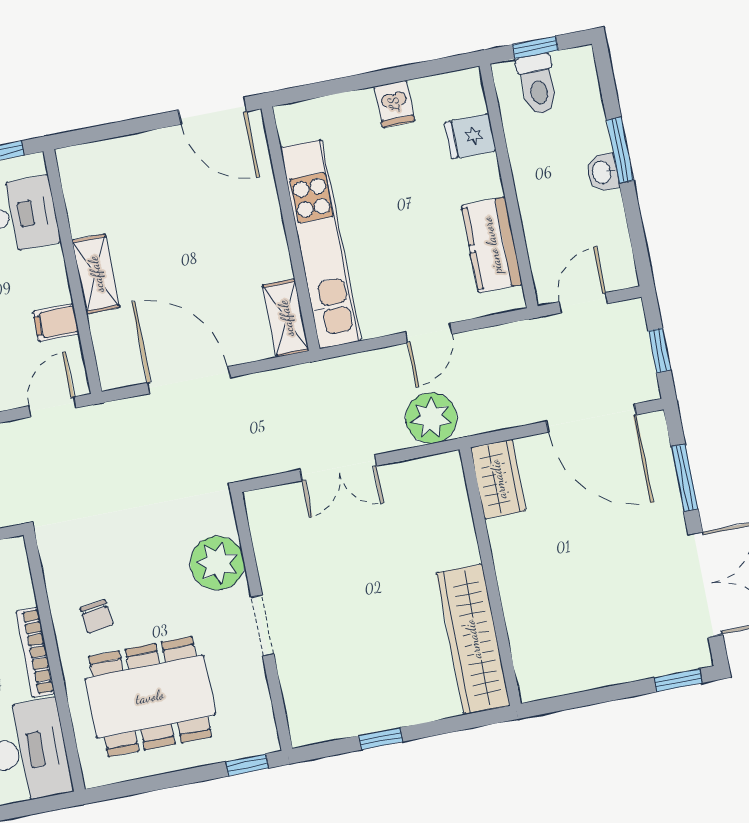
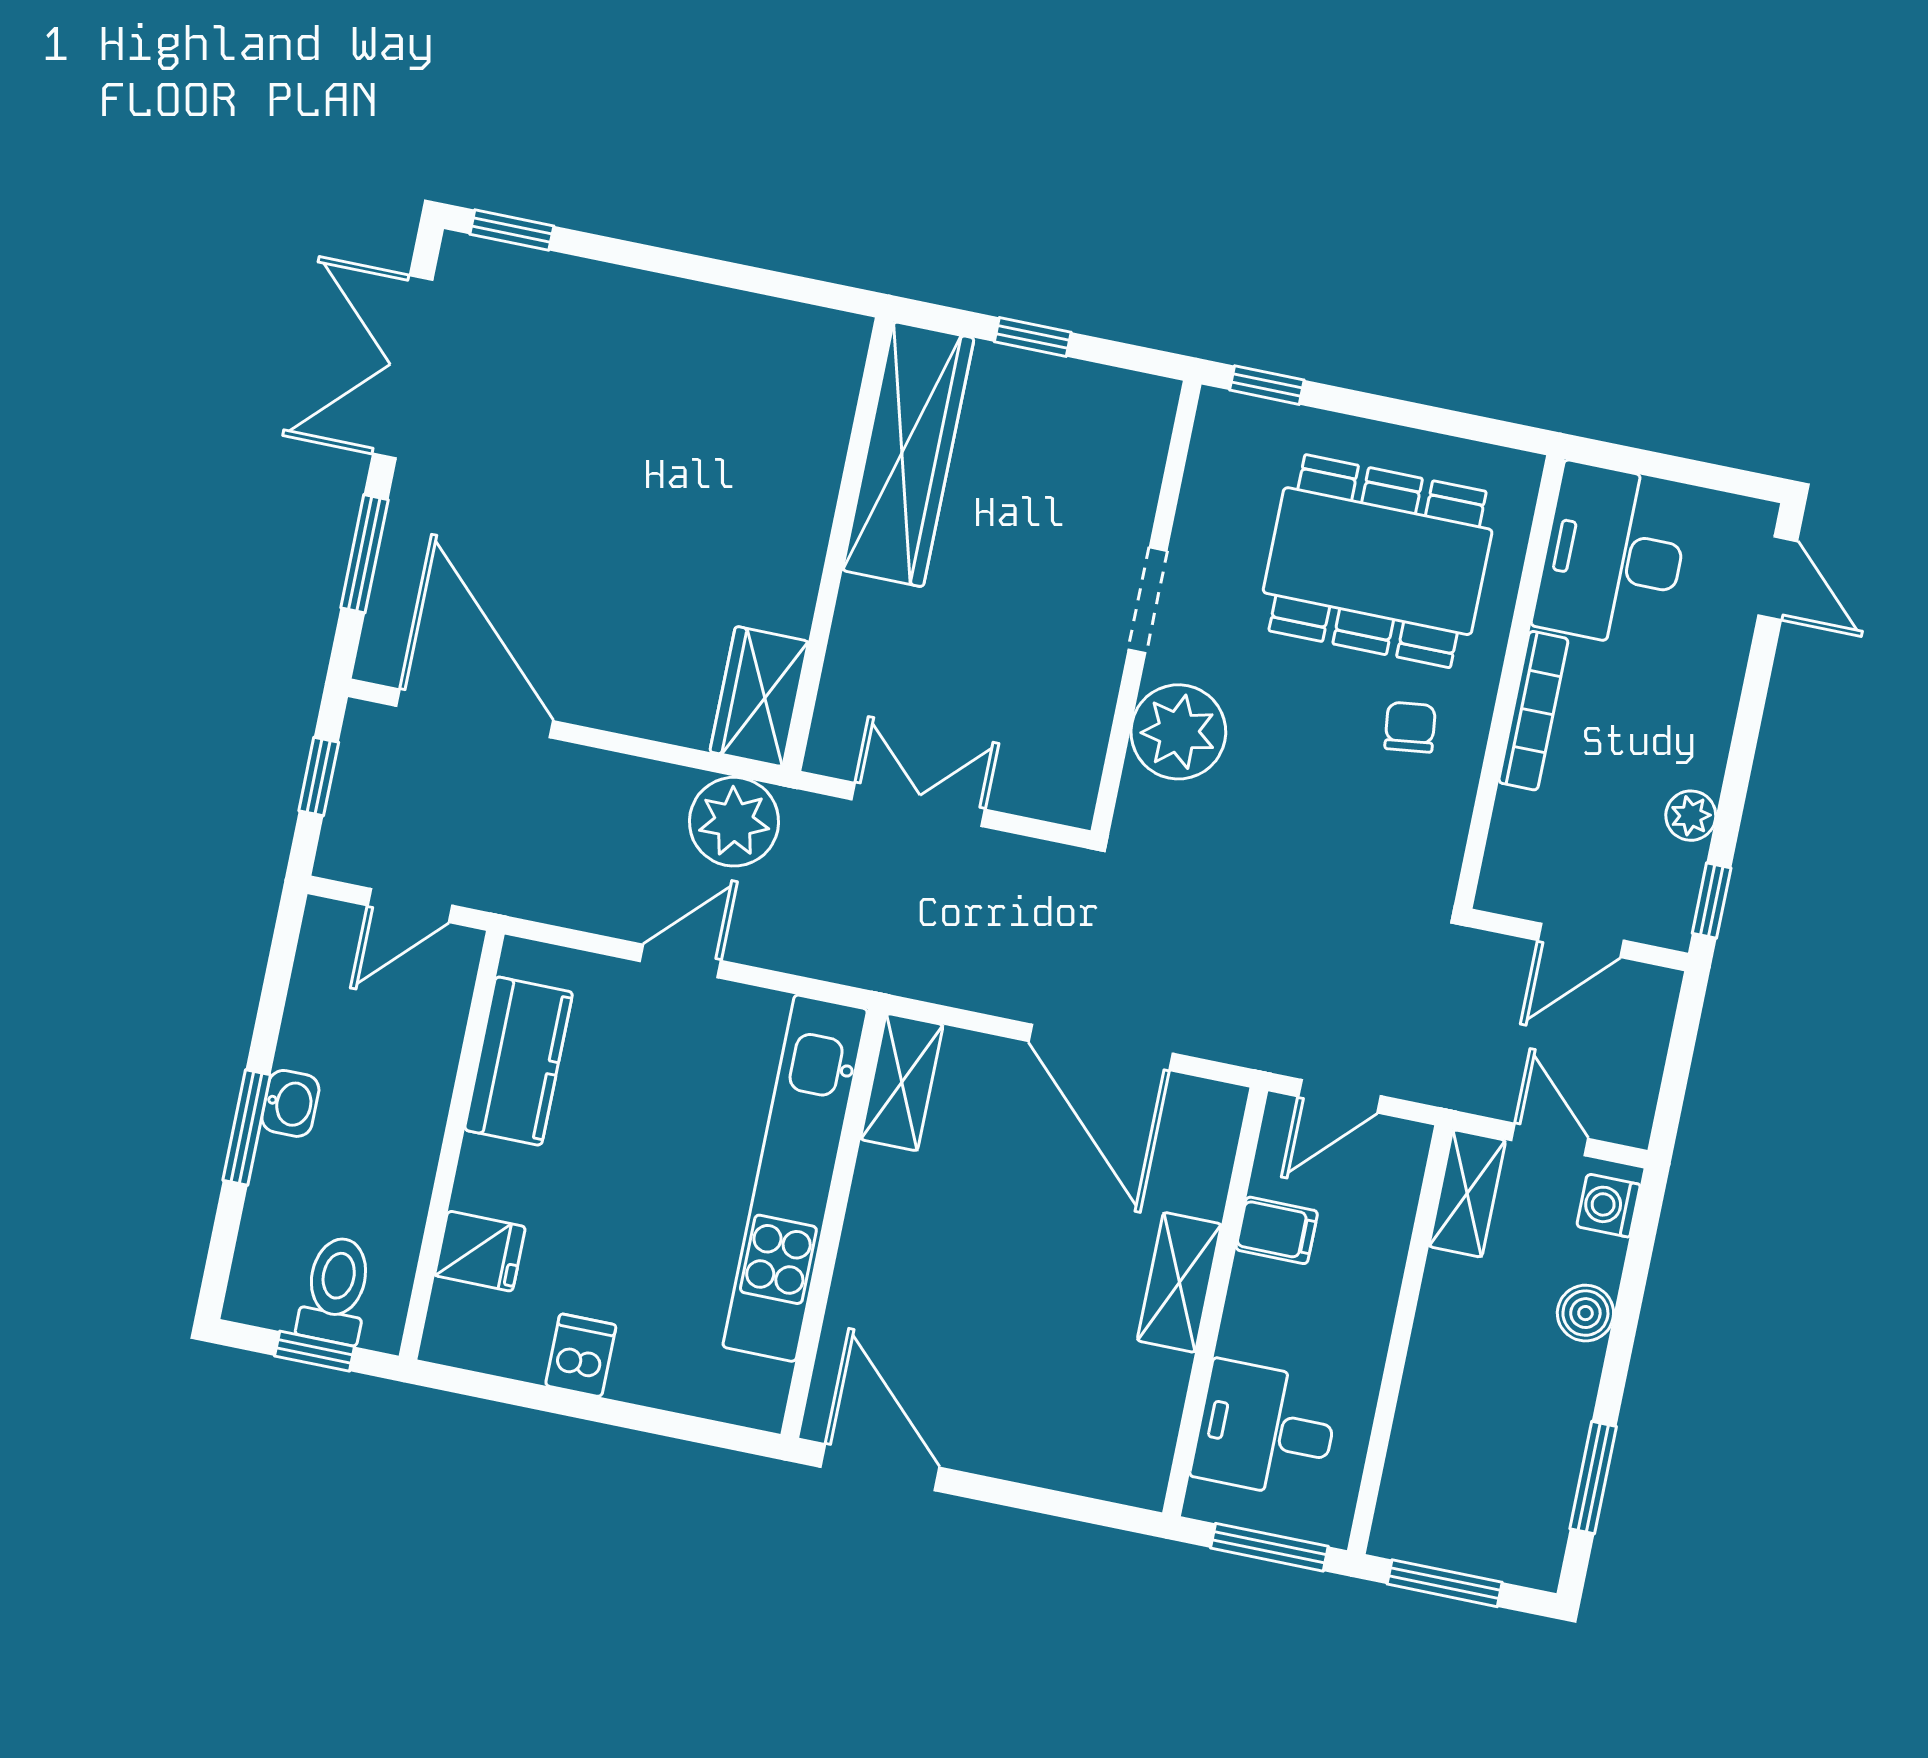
wardrobe: (498, 479) -> (759, 697), moved
wall: (490, 577) -> (838, 544), moved
wardrobe: (473, 639) -> (908, 454), moved

